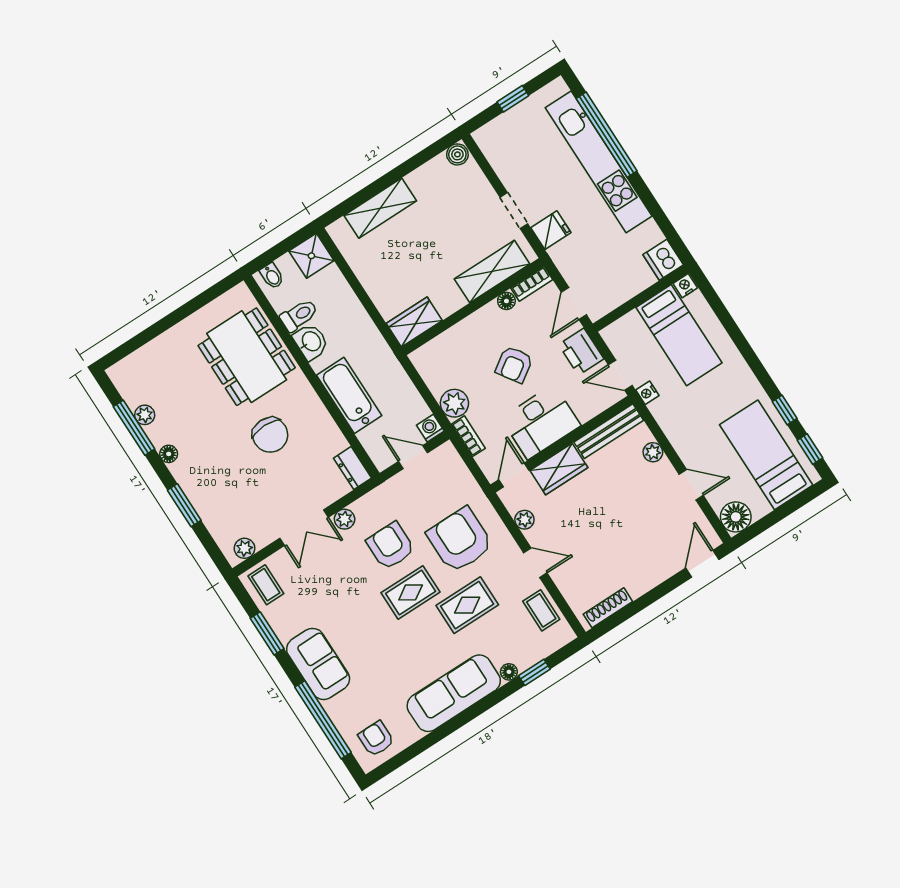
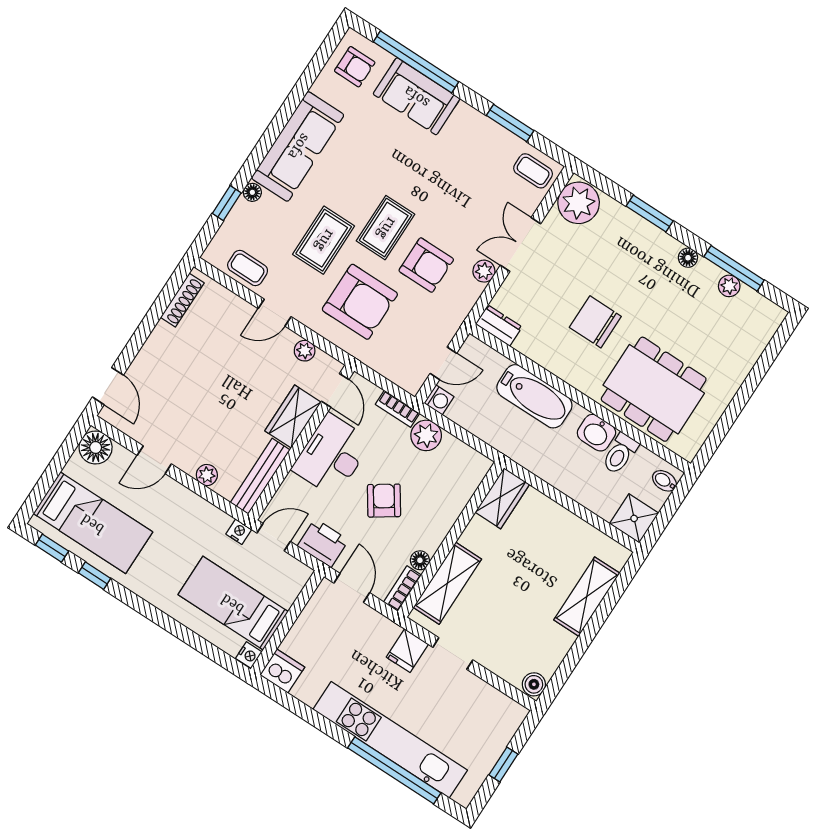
plant: (245, 548) -> (579, 203), width x1.88, depth x1.88
sofa: (318, 664) -> (417, 96), moved

